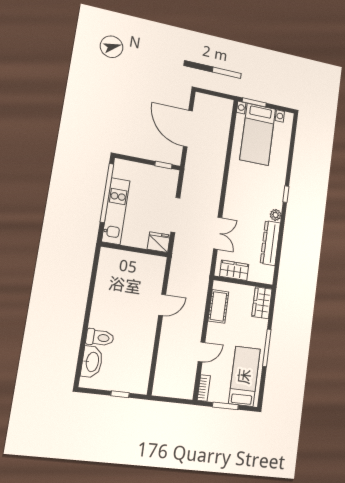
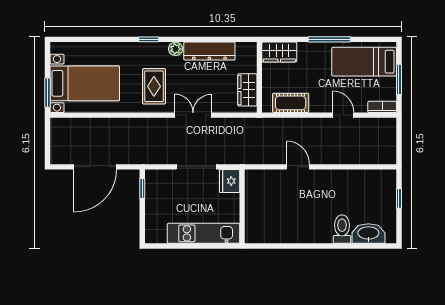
rug: (248, 191) -> (154, 86), added
window: (107, 193) -> (185, 246), removed
double door: (218, 233) -> (193, 115), moved

